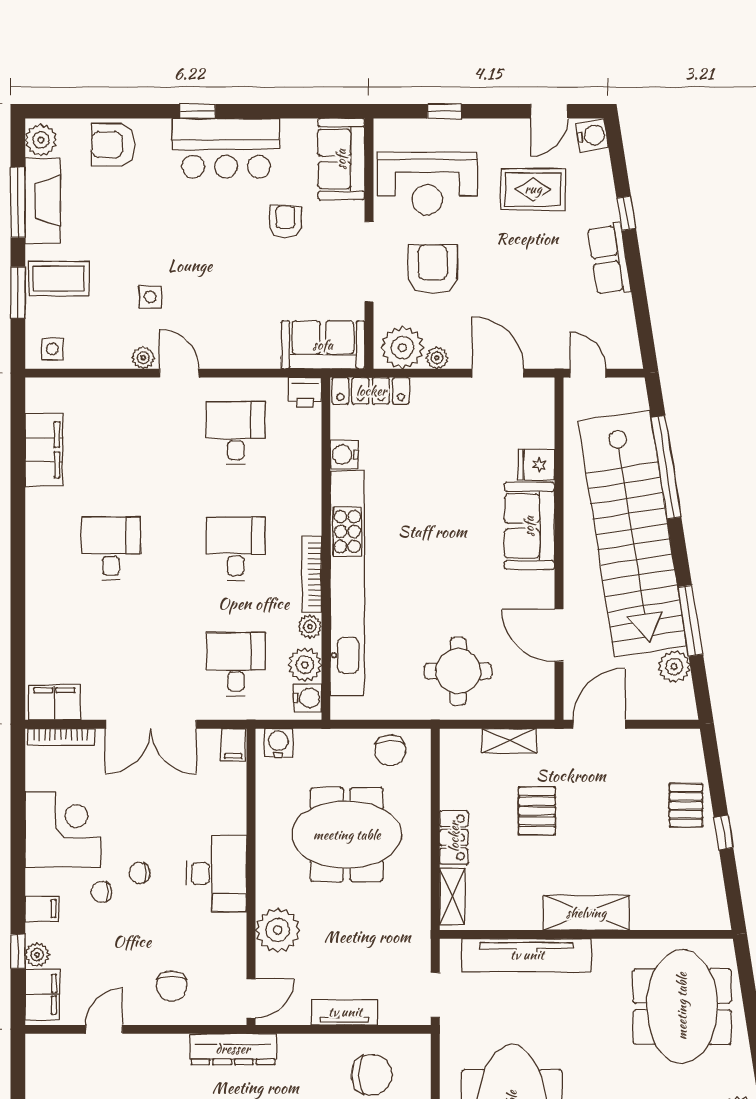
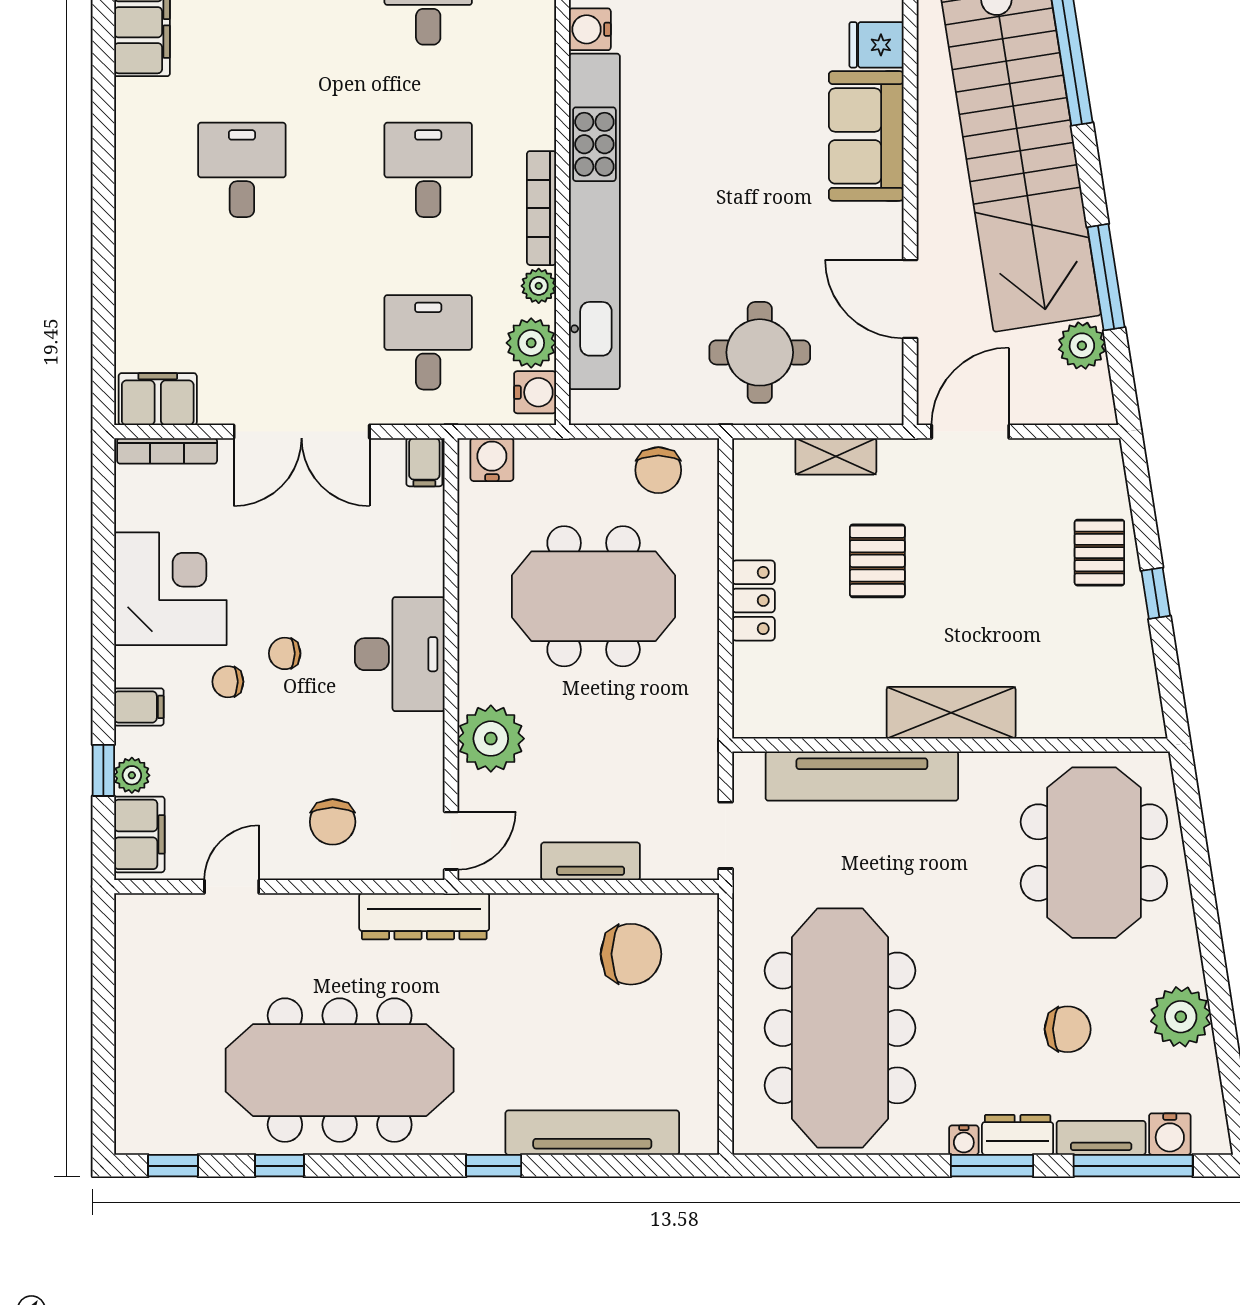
shelving: (452, 896) -> (751, 688), removed

